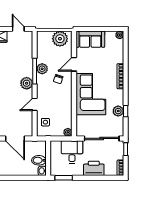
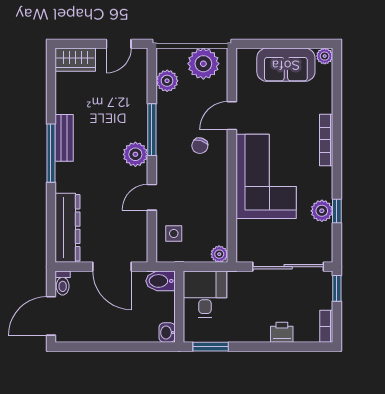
door: (18, 29) -> (119, 44), swing flipped
sofa: (90, 39) -> (286, 65), moved
plant: (42, 69) -> (167, 81), moved
desk: (72, 152) -> (205, 294), moved
bidet: (39, 160) -> (160, 281), moved
printer: (94, 168) -> (282, 332), width x0.53, depth x0.68

